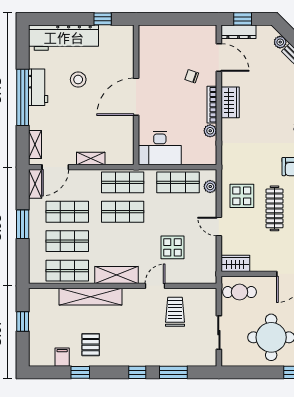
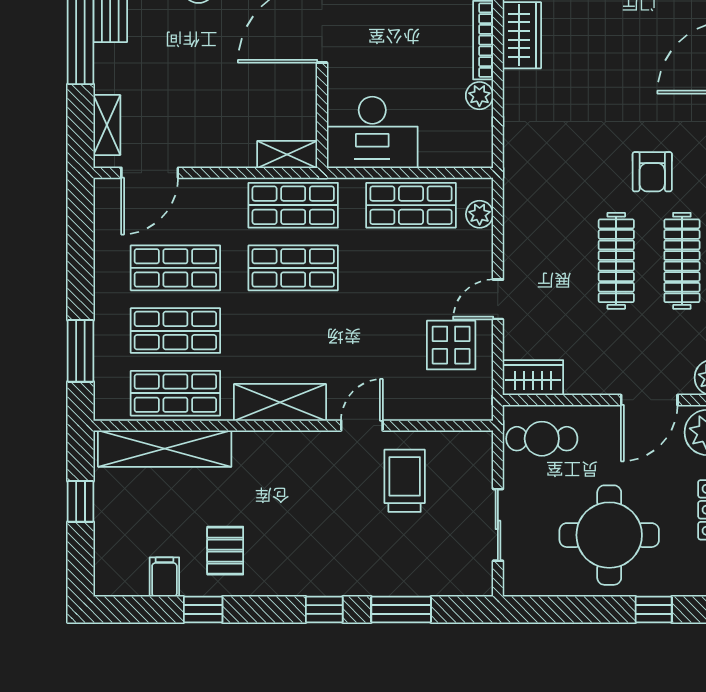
shelving: (91, 158) -> (287, 155), moved
shelving: (35, 184) -> (107, 208), removed
display table: (242, 196) -> (547, 234), removed
window: (23, 224) -> (80, 351), moved
door: (219, 227) -> (498, 299), hinge flipped
display table: (173, 247) -> (451, 345), moved
shelving: (91, 297) -> (165, 449), moved

